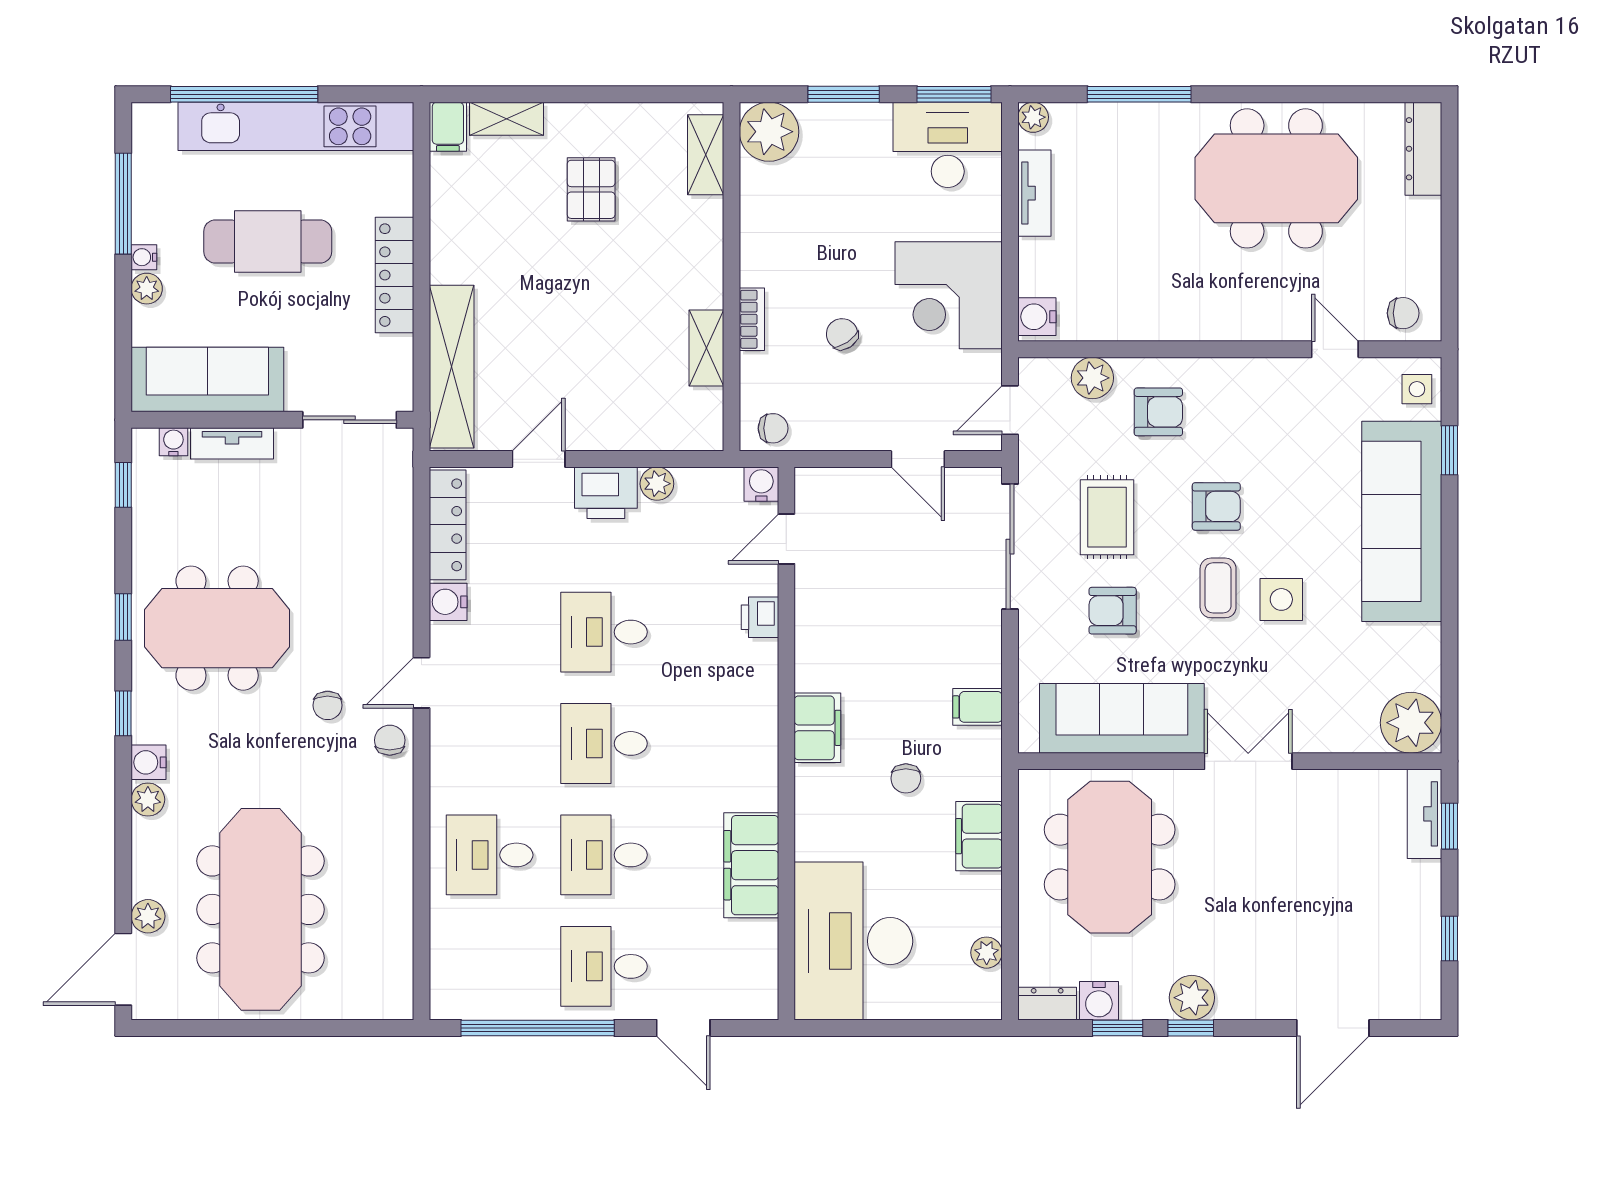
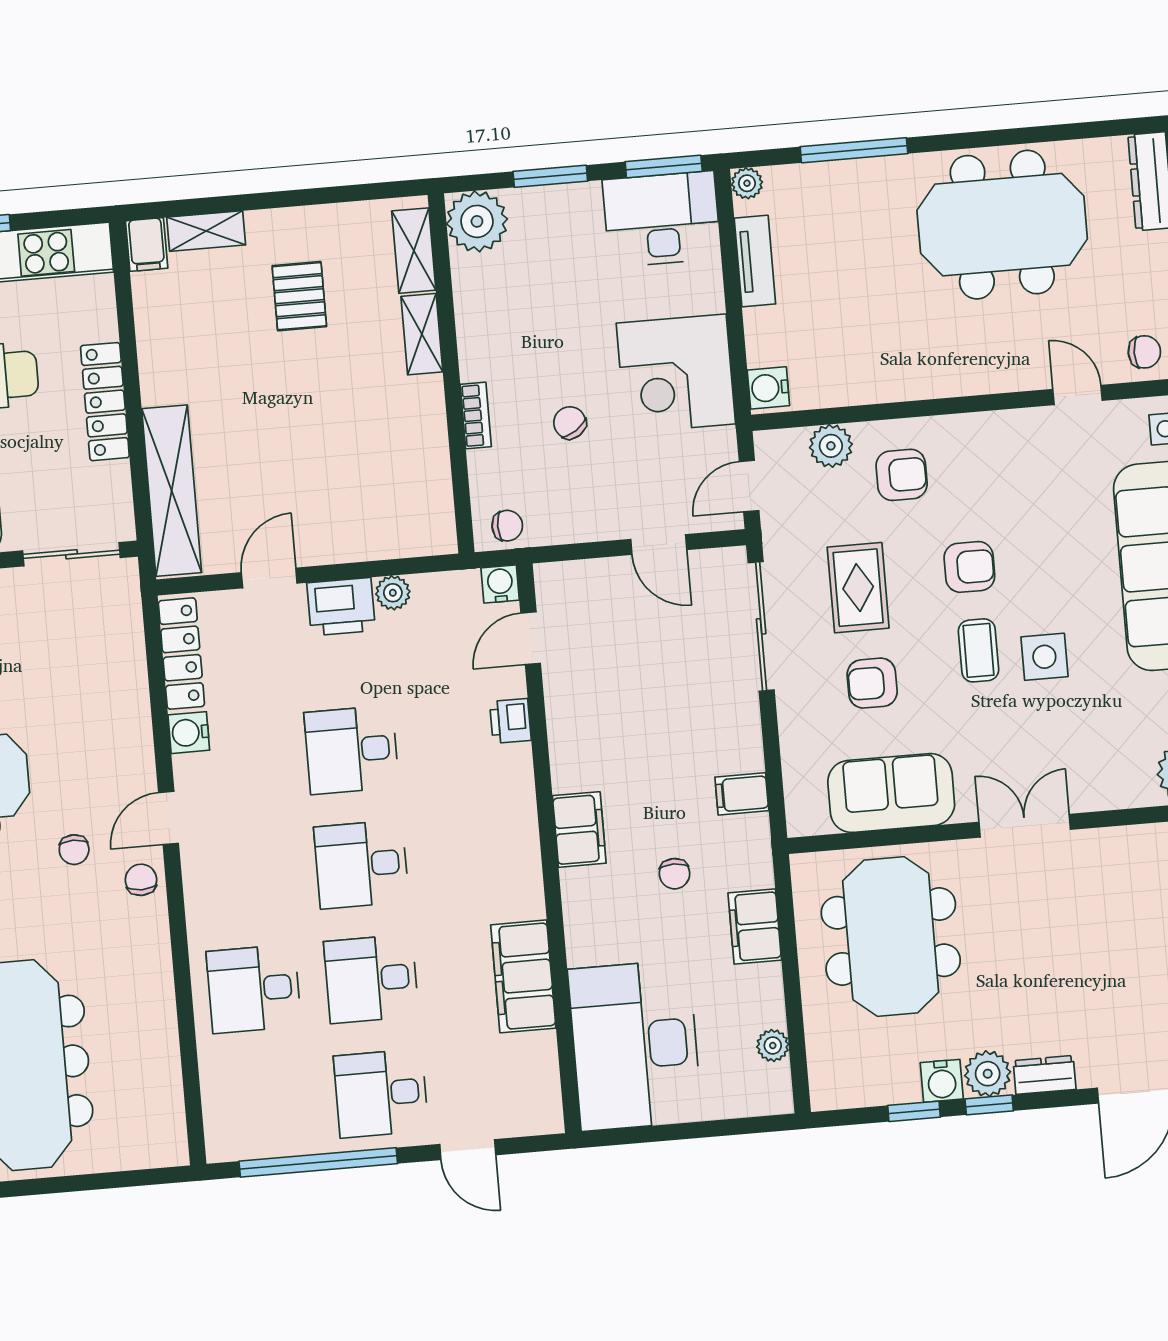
shelving: (706, 348) -> (422, 334), moved
sofa: (1122, 718) -> (891, 793), width x0.73
water cooler: (1099, 1001) -> (942, 1081), moved
dresser: (1047, 1004) -> (1045, 1075), moved

